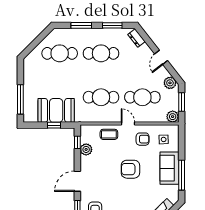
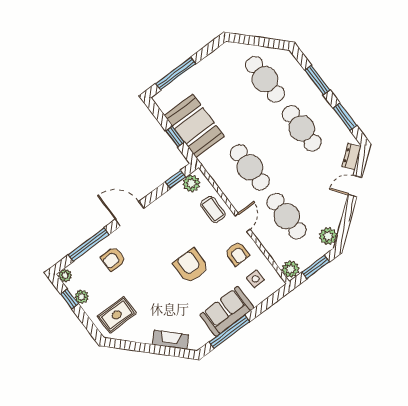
door: (161, 57) -> (355, 186), moved
plant: (86, 149) -> (191, 183), moved

